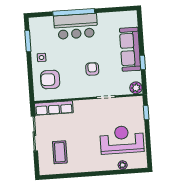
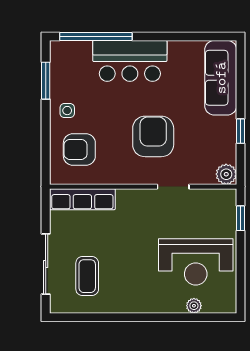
window: (74, 12) -> (96, 36), moved
sofa: (130, 49) -> (221, 78), moved
armchair: (92, 69) -> (153, 136), width x1.88, depth x1.88
sliding door: (34, 134) -> (46, 264), moved
reception desk: (122, 140) -> (196, 262), turned 180

